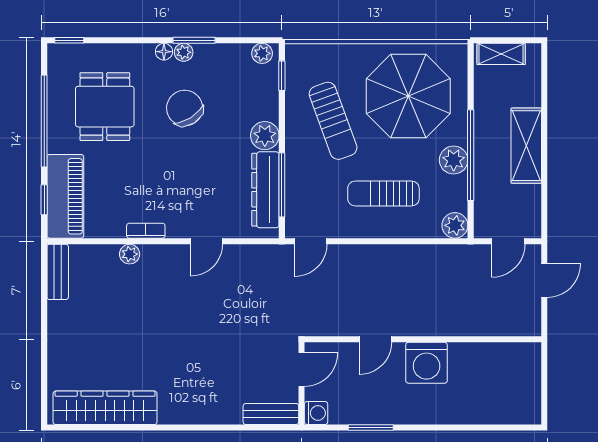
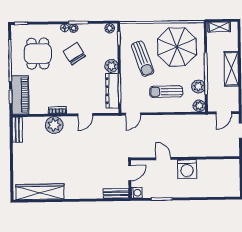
plant: (454, 160) -> (198, 87), moved
plant: (130, 254) -> (54, 125), width x1.88, depth x1.88
door: (375, 339) -> (163, 159), swing flipped

